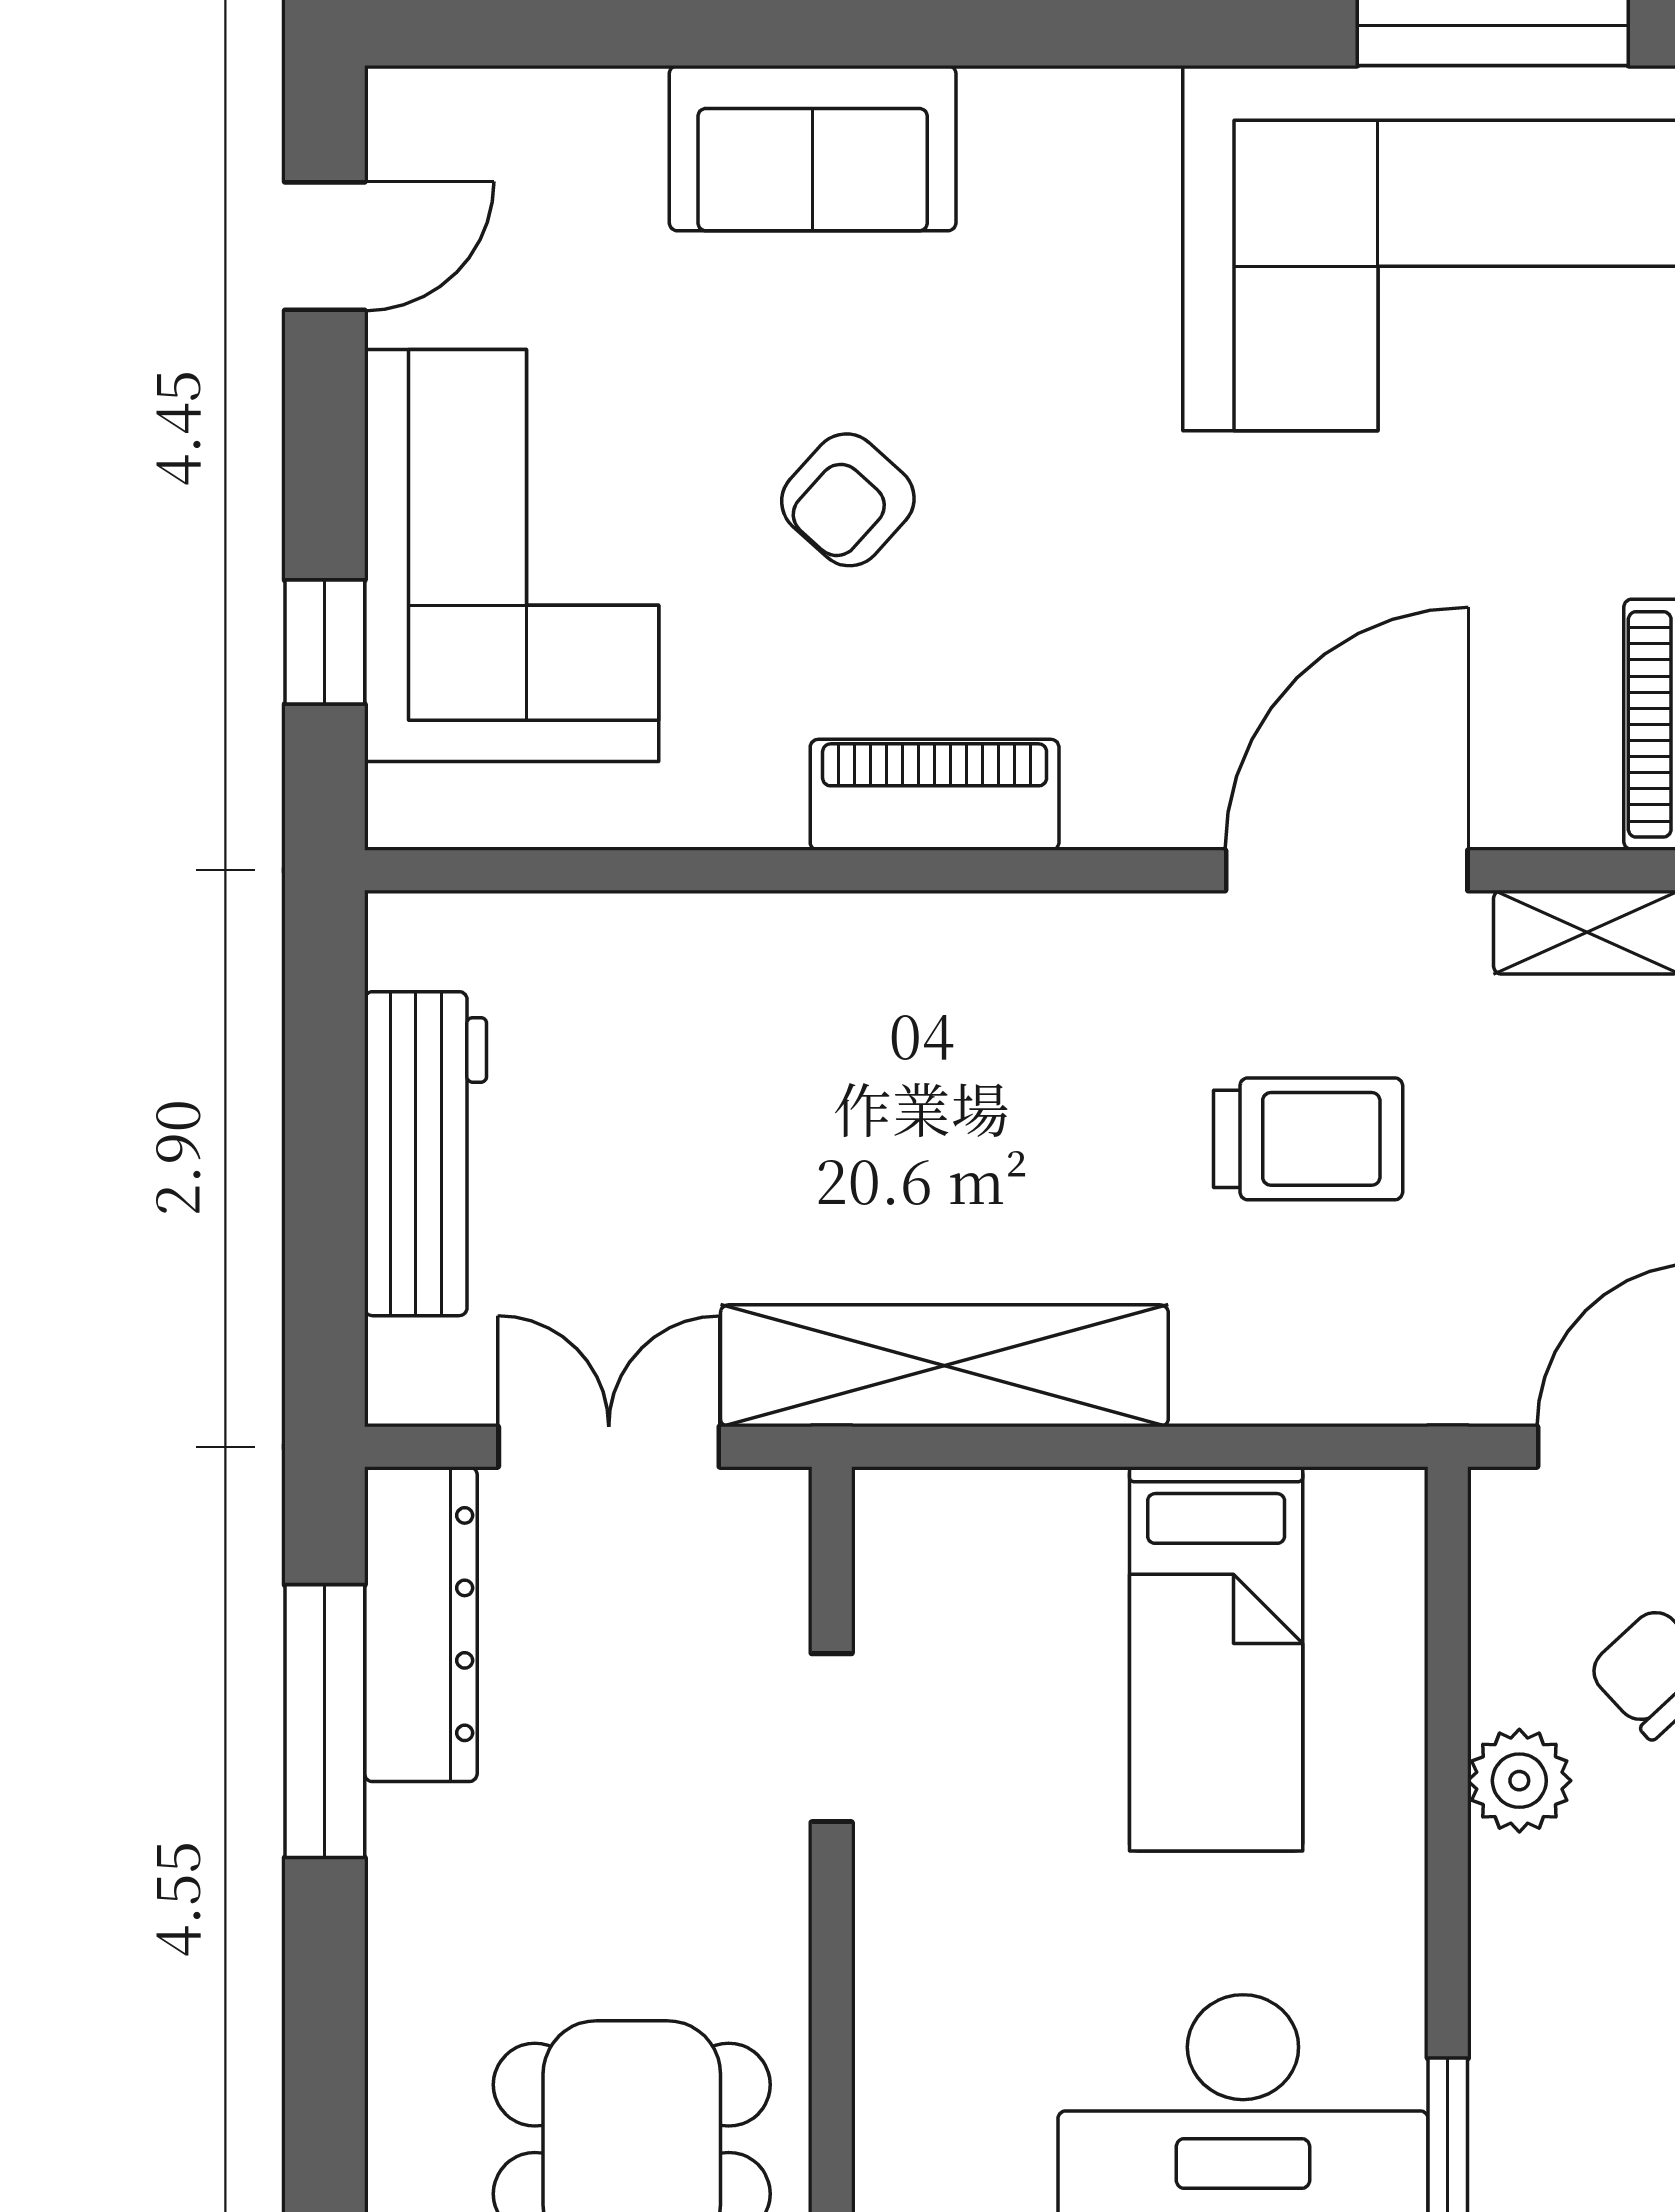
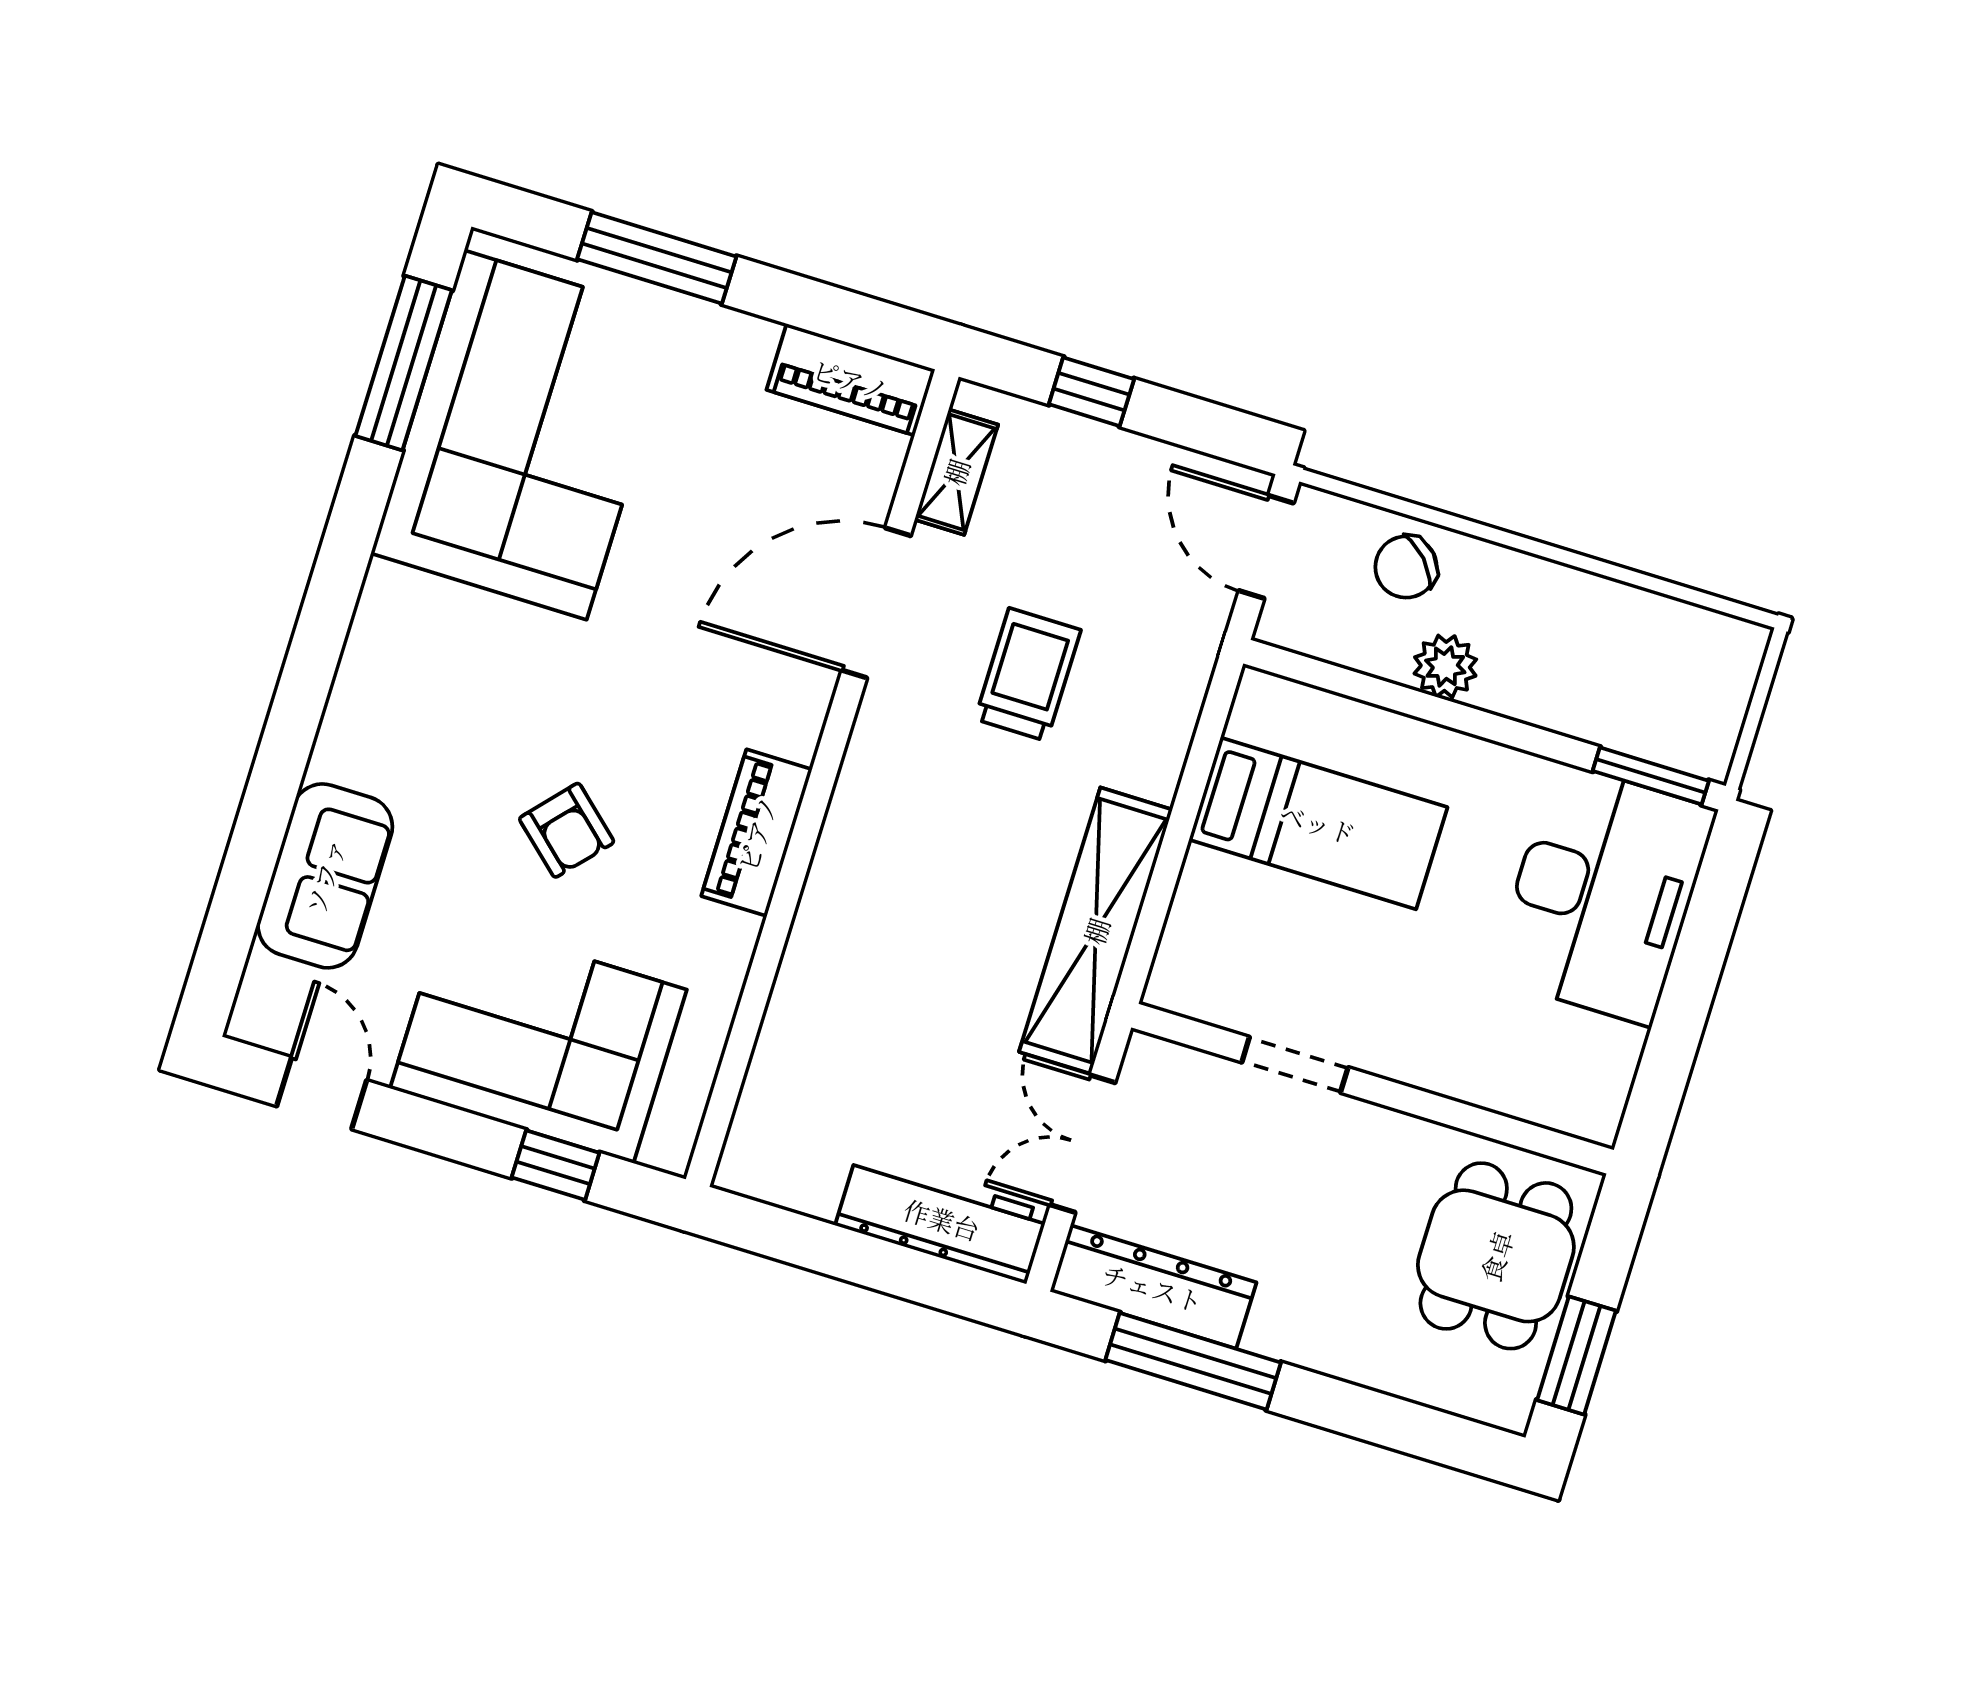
sofa: (813, 148) -> (325, 876), moved
door: (1347, 870) -> (876, 603), hinge flipped
workbench: (426, 1154) -> (942, 1219), moved

